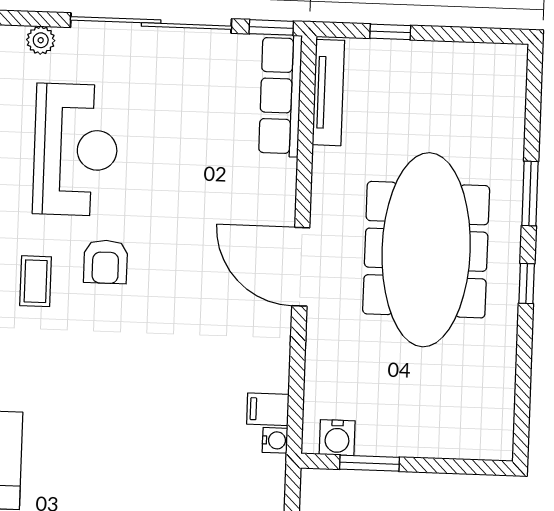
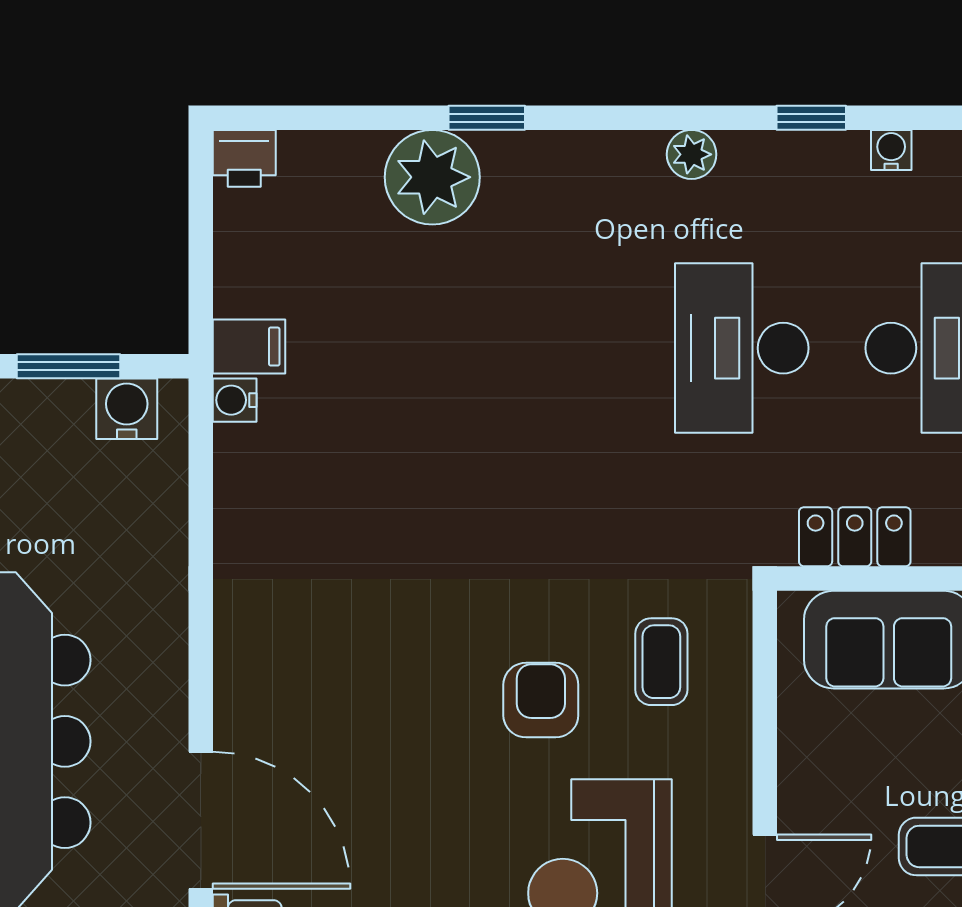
door: (301, 267) -> (201, 820), moved
filing cabinet: (268, 409) -> (249, 347), moved

